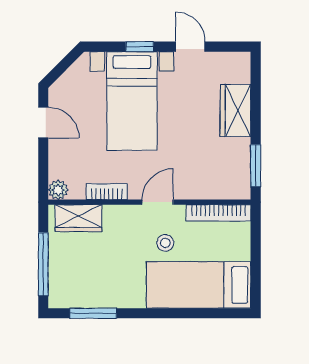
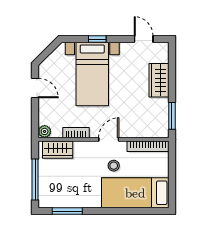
door: (190, 47) -> (144, 39), moved

